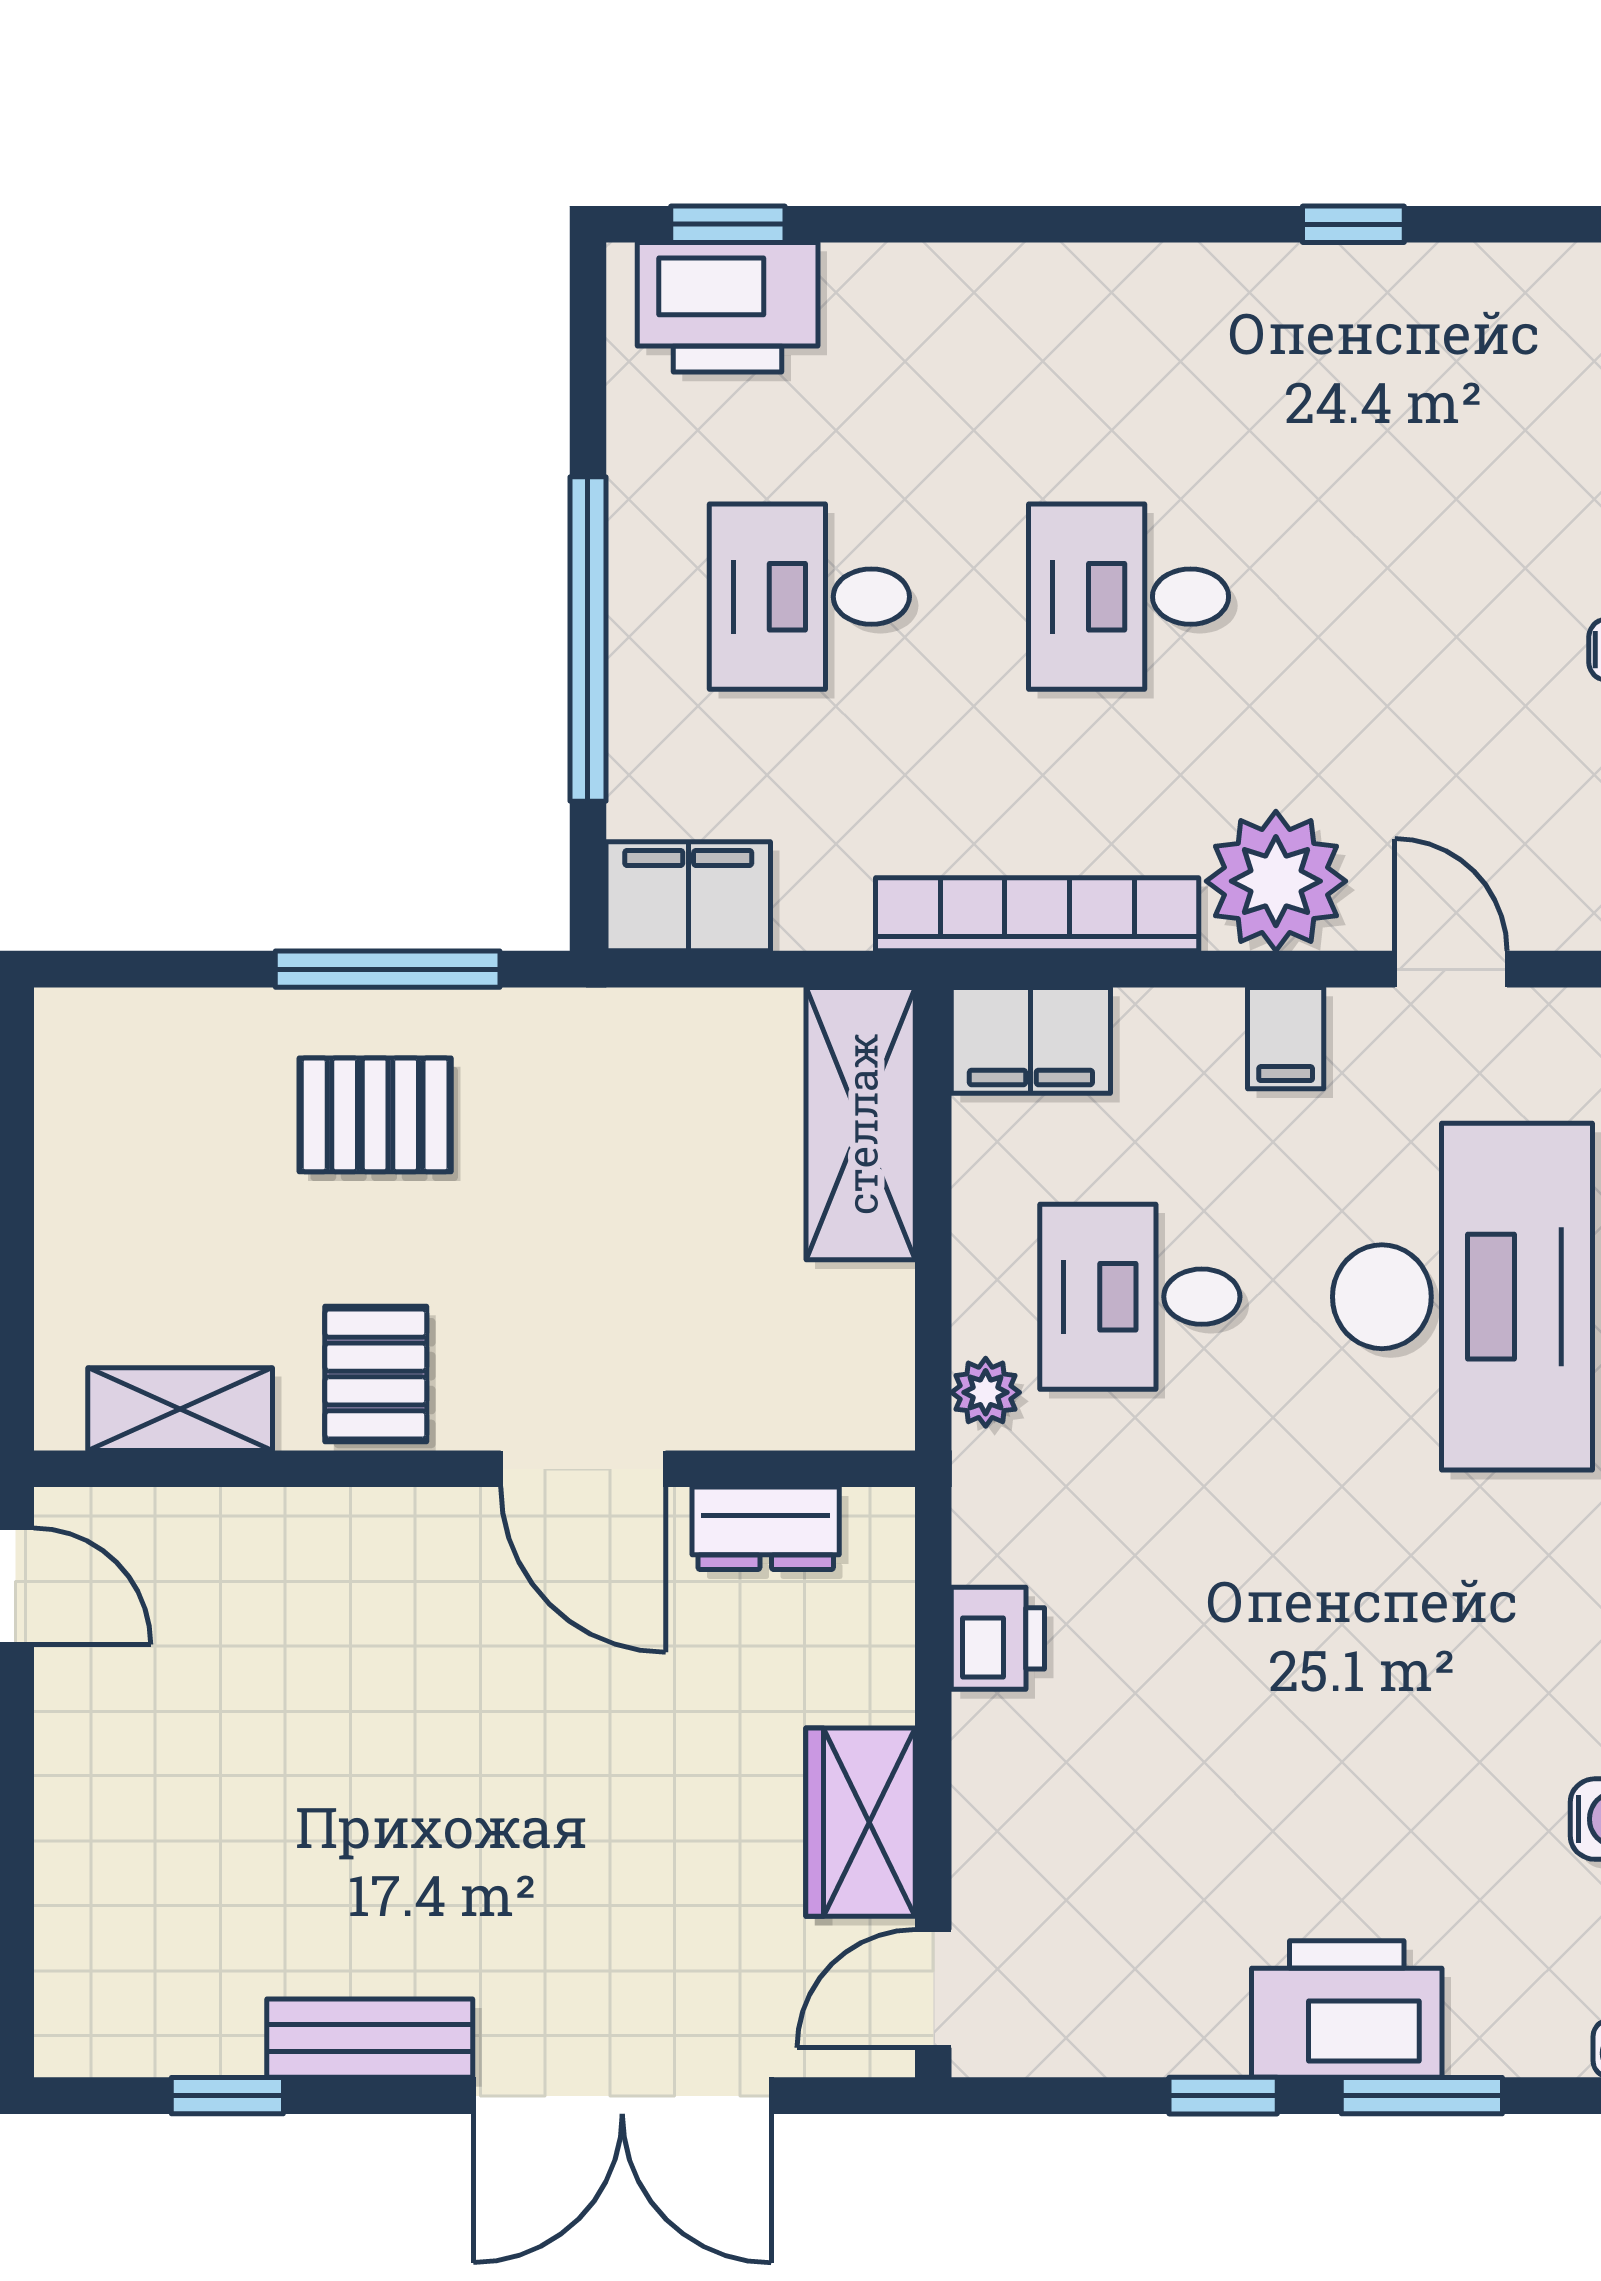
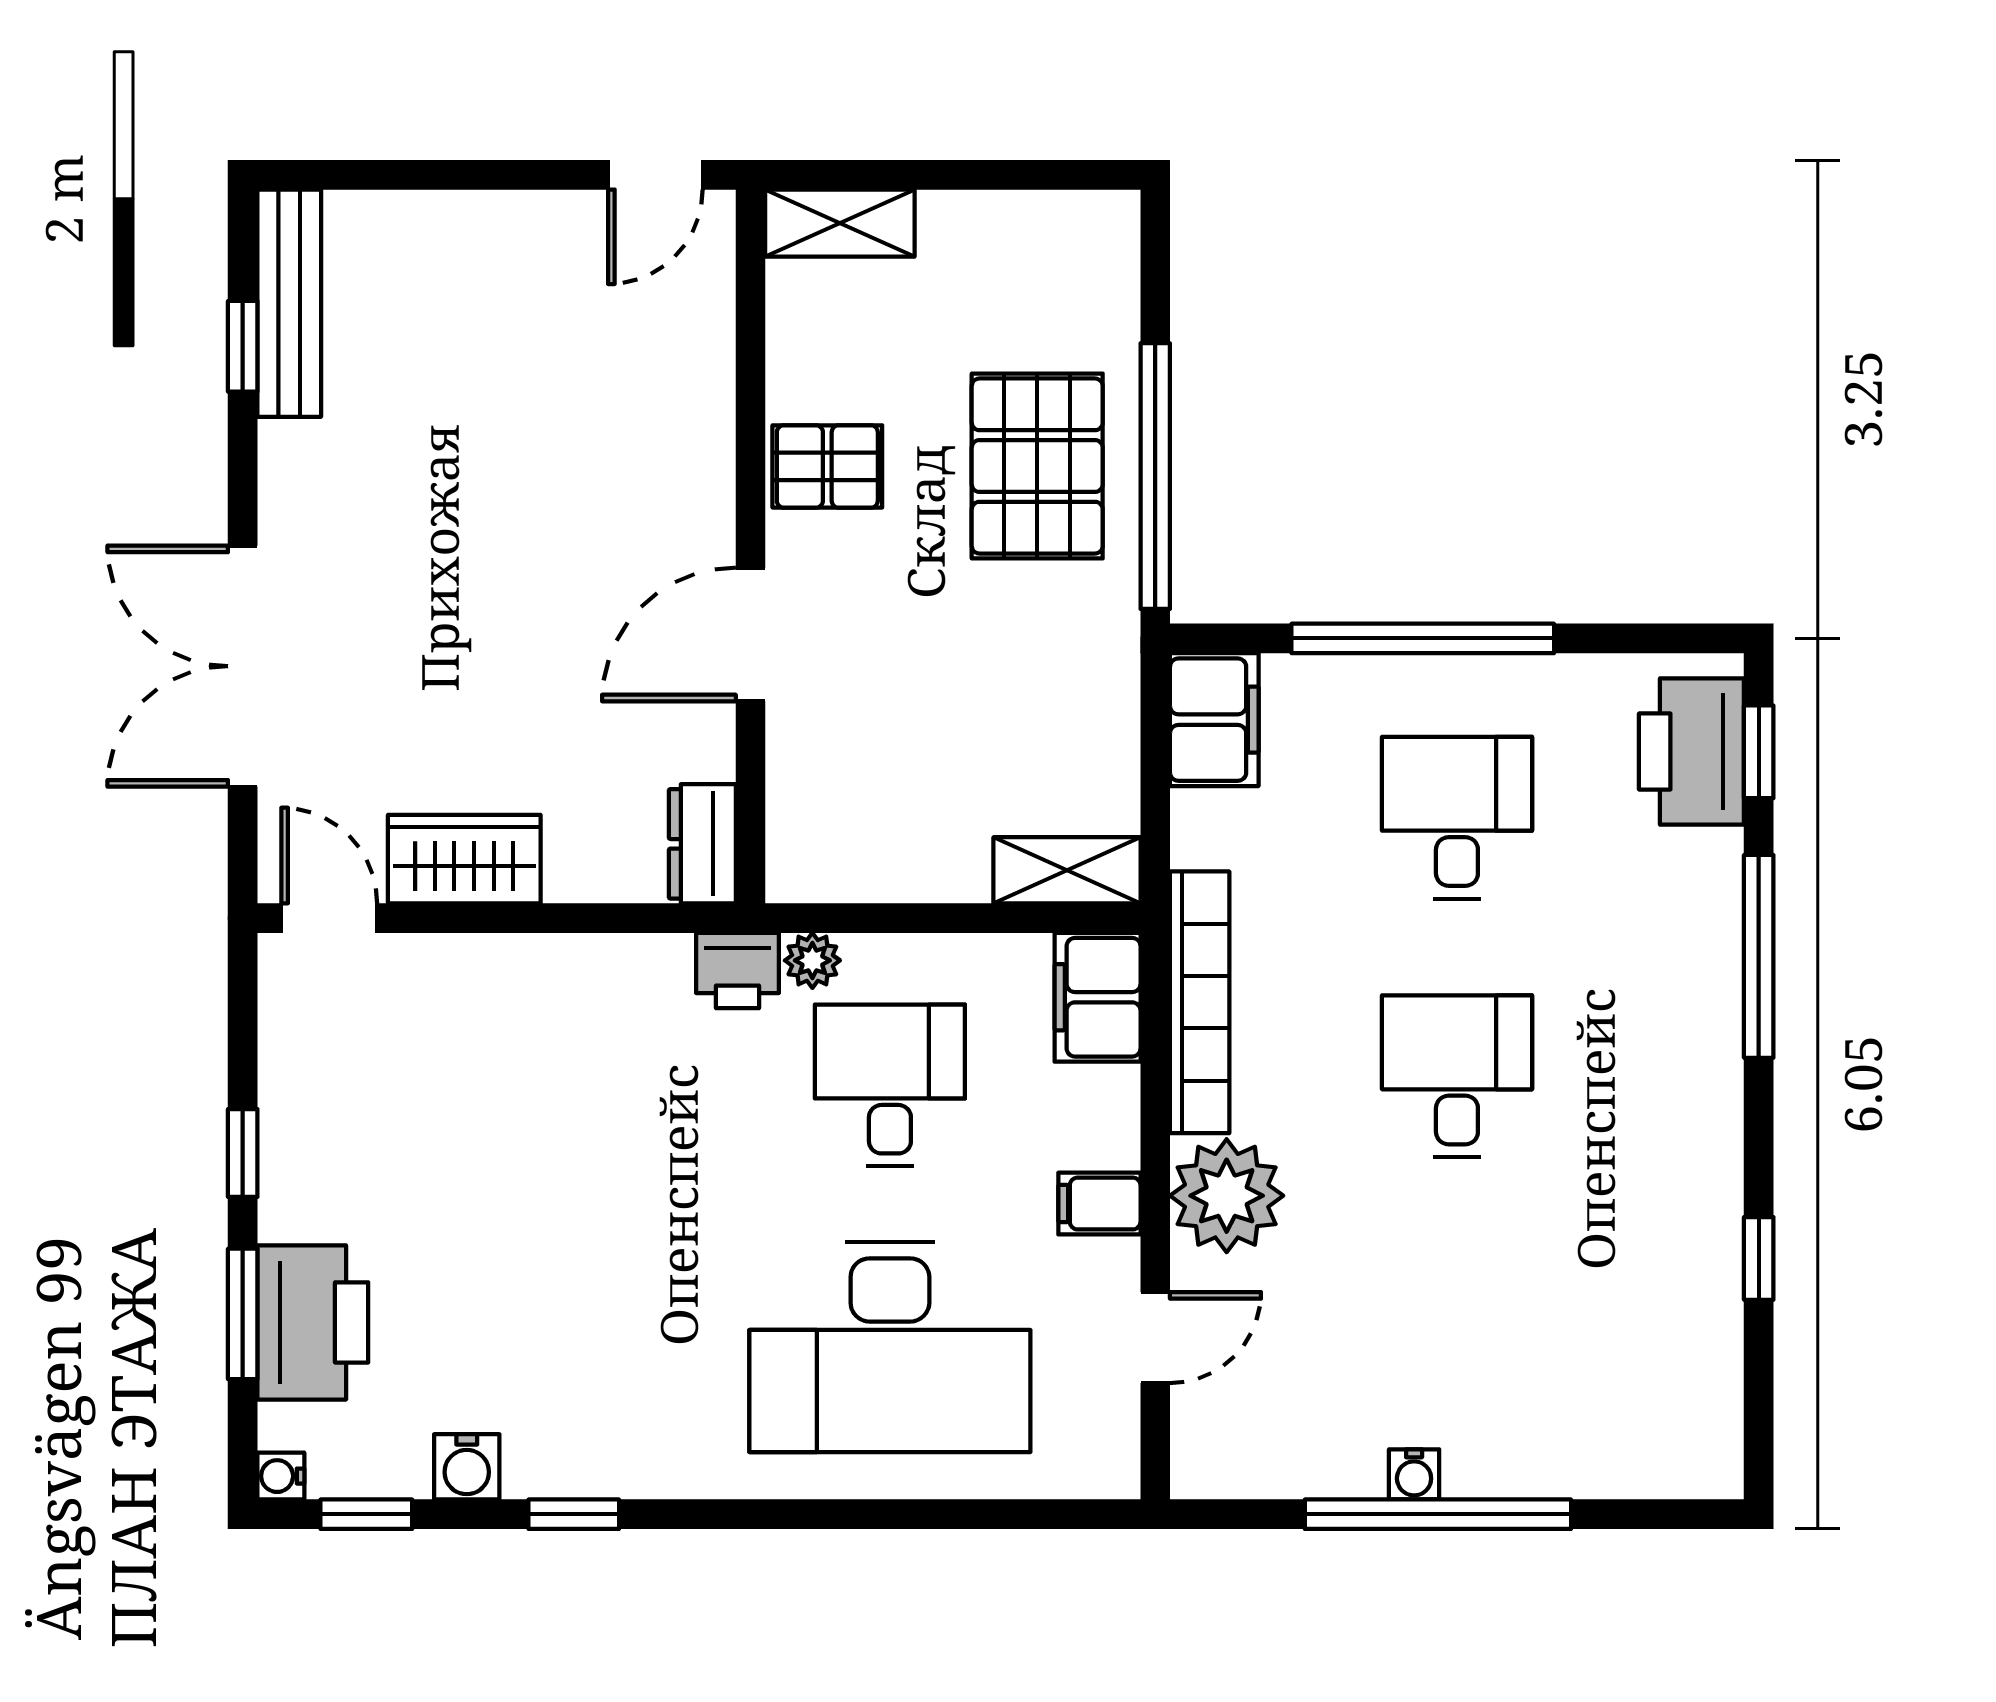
window: (980, 224) -> (1759, 956), added
window: (388, 969) -> (1155, 476), width x1.46
pallet: (375, 1115) -> (1037, 466), width x1.50, depth x1.42
shelving: (861, 1124) -> (1067, 870), width x0.67, depth x0.75
shelving: (180, 1409) -> (840, 223), moved, turned 90
dresser: (766, 1528) -> (702, 844), moved
printer: (998, 1638) -> (737, 970), moved
printer: (1347, 2009) -> (313, 1322), moved
bench: (370, 2038) -> (289, 303), moved, width x1.36

